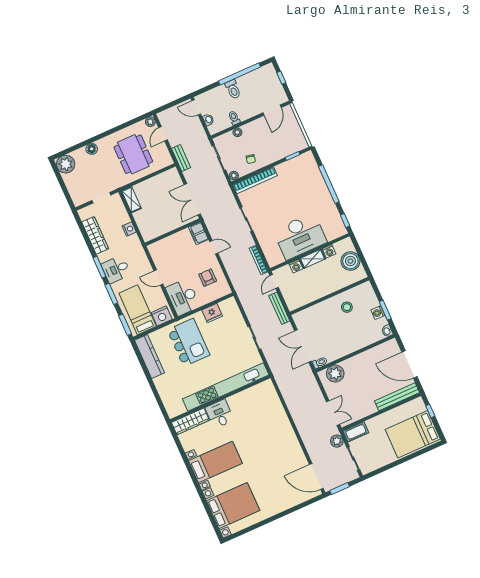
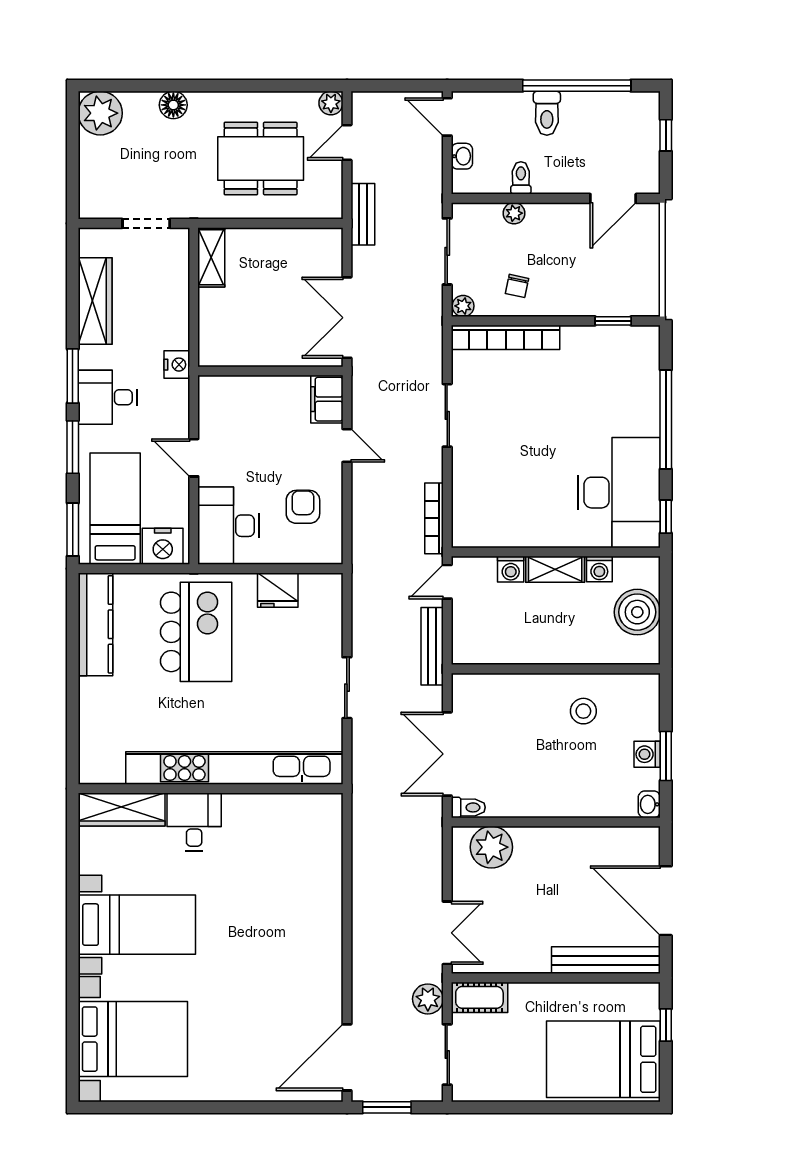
dining table: (133, 154) -> (261, 158), turned 90
nightstand: (129, 229) -> (177, 365), moved
desk: (300, 236) -> (619, 493), moved, turned -90
door: (316, 476) -> (347, 1057), hinge flipped

